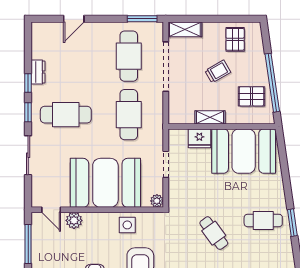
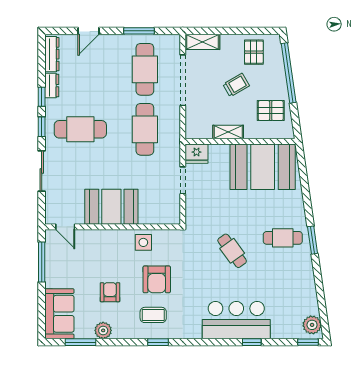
window: (142, 19) -> (139, 31), moved
dresser: (38, 41) -> (52, 54), added
window: (272, 83) -> (289, 73), moved
fridge: (199, 138) -> (197, 154), moved
booth: (105, 183) -> (111, 207), width x0.73, depth x0.70
plant: (157, 201) -> (174, 218), removed
plant: (74, 220) -> (89, 238), removed

